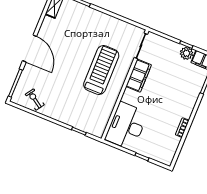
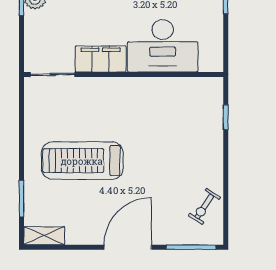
treadmill: (101, 70) -> (82, 161), moved
desk: (127, 126) -> (163, 46), moved

